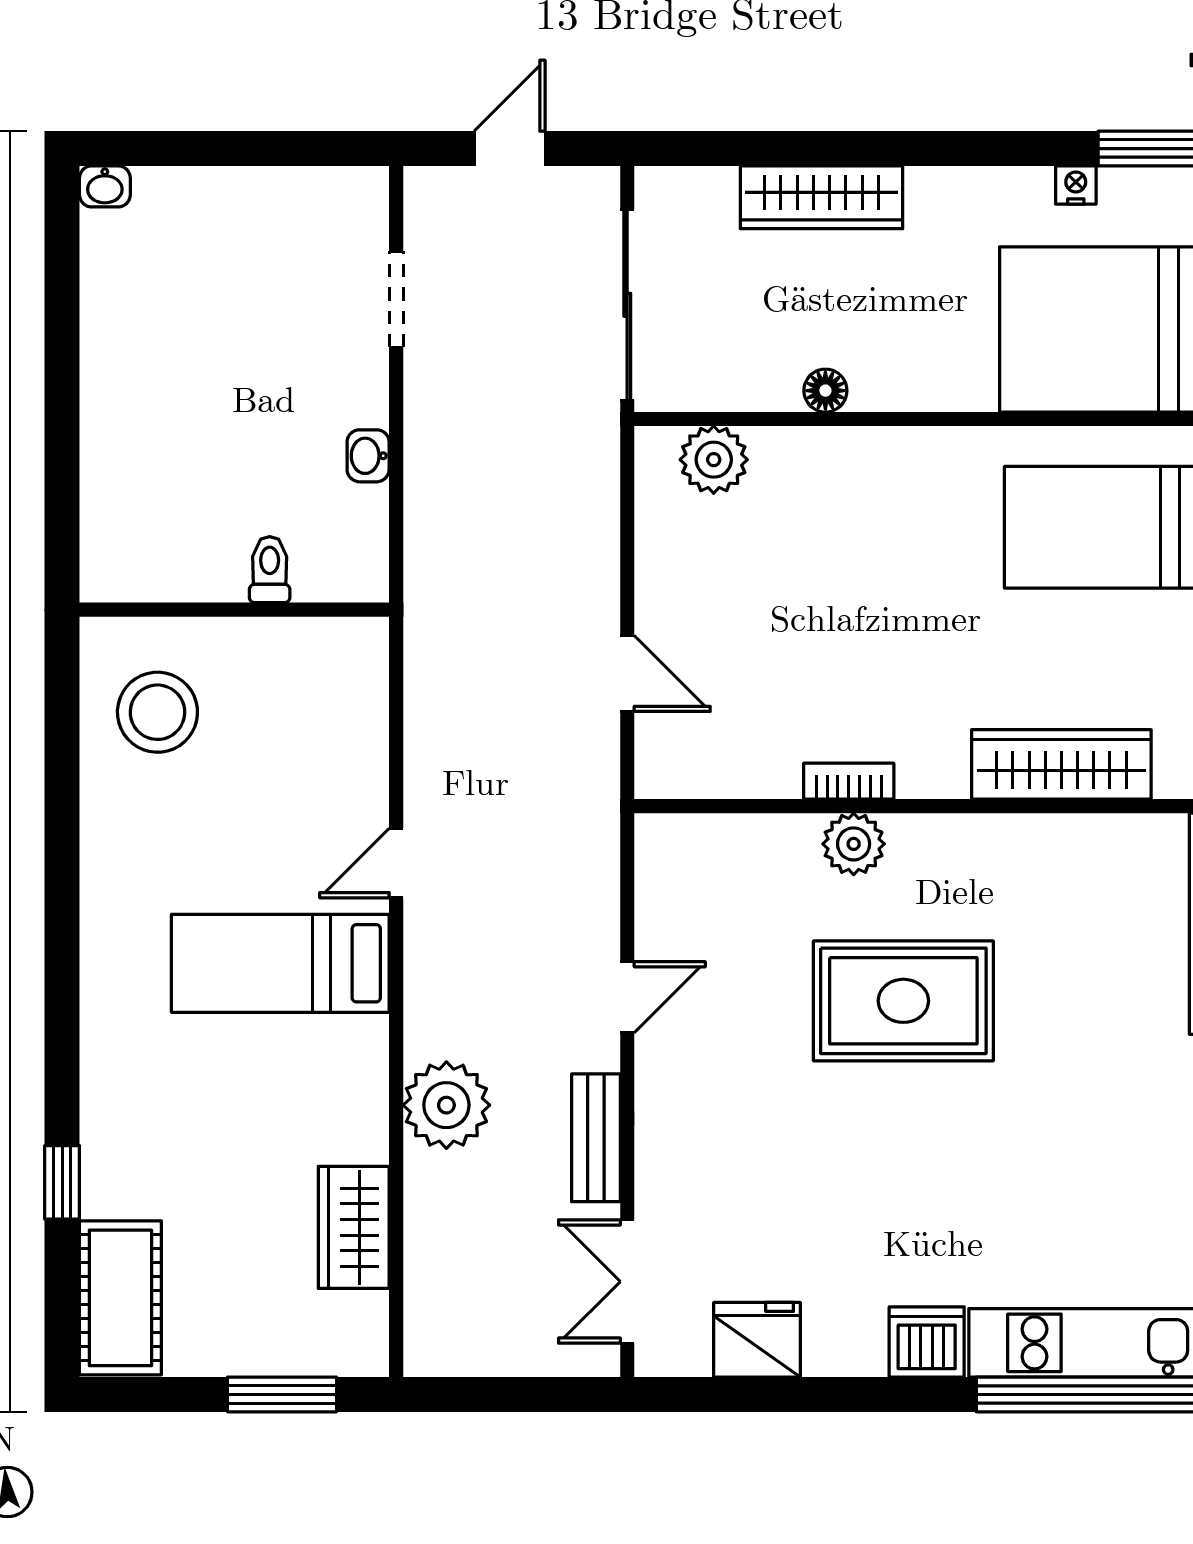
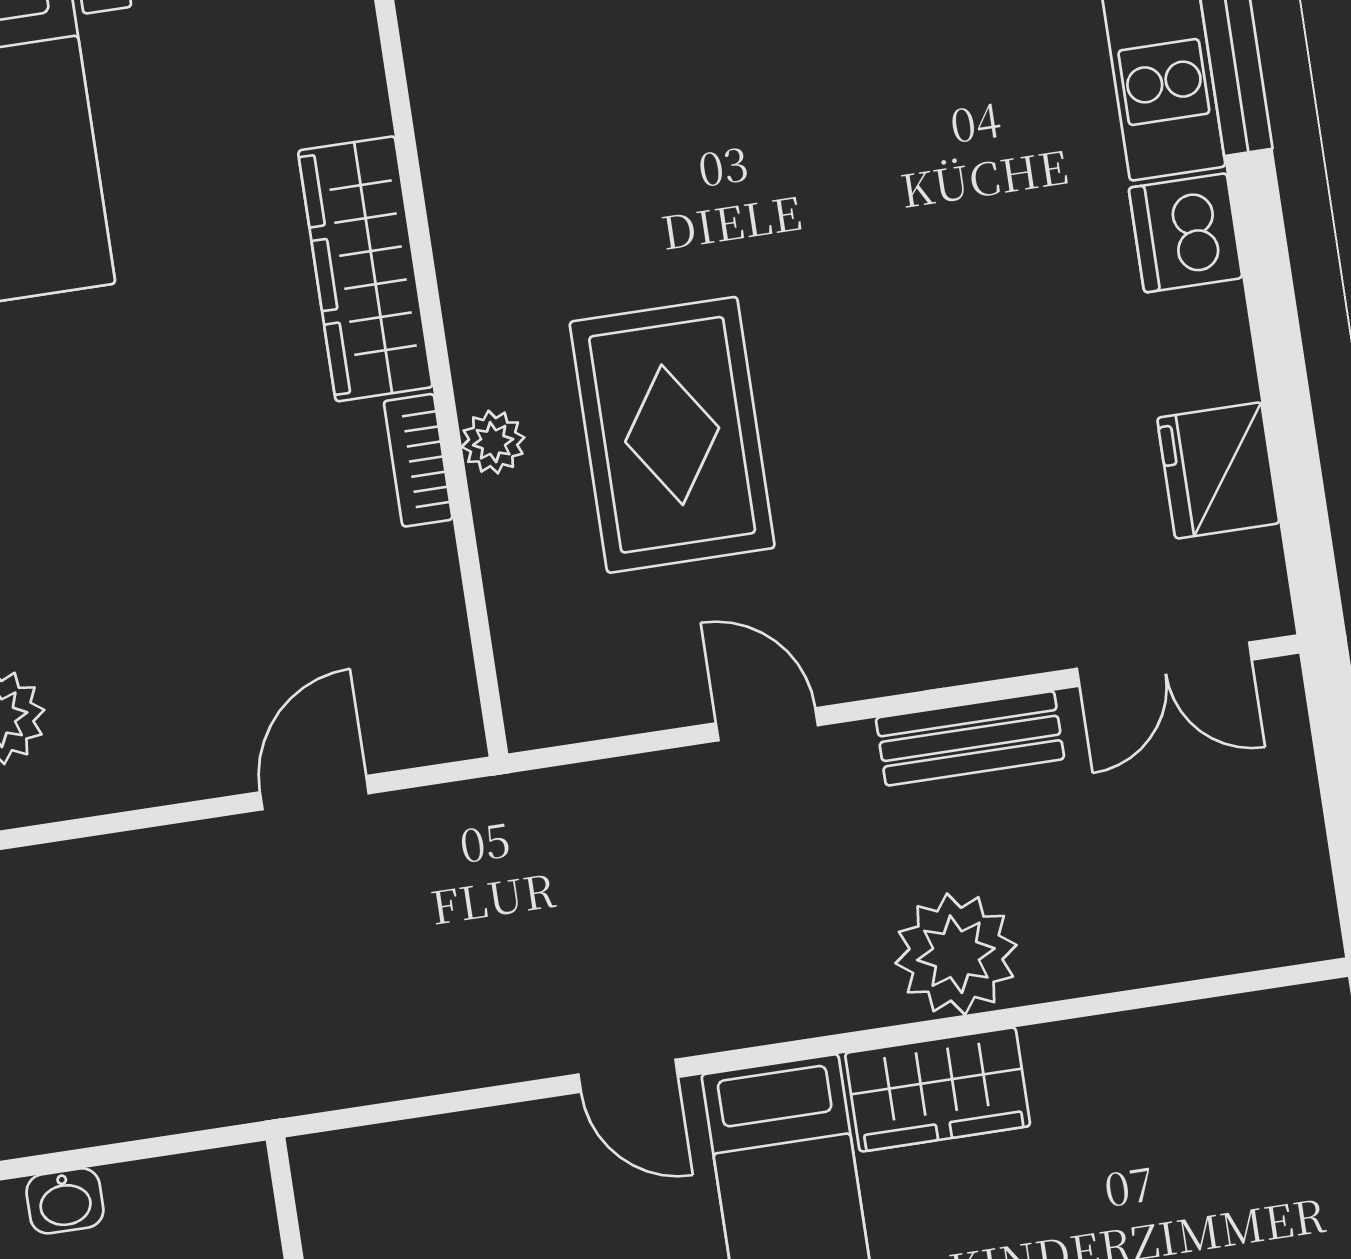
wardrobe: (1061, 764) -> (365, 269), moved
plant: (854, 844) -> (493, 442), width x0.73, depth x0.73
rug: (903, 1001) -> (672, 435), moved
wardrobe: (354, 1227) -> (938, 1089), moved

